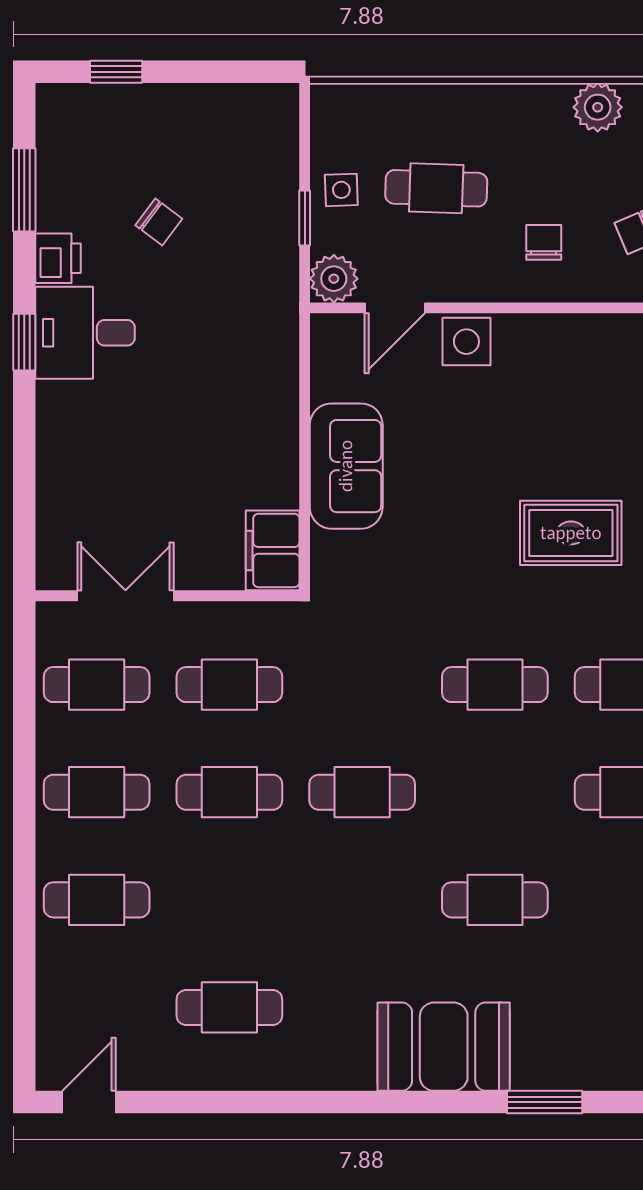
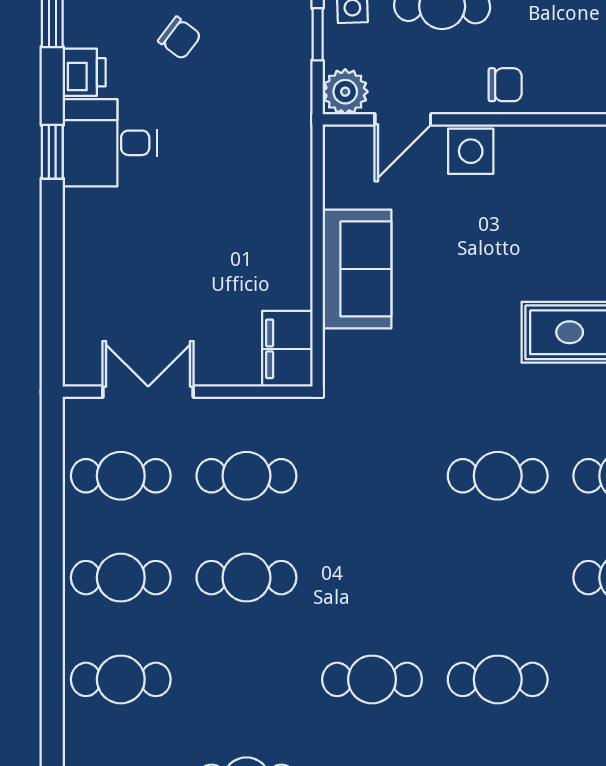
chair: (544, 242) -> (505, 85), moved, turned 90
cafe table: (362, 792) -> (372, 679), moved

